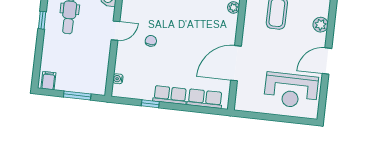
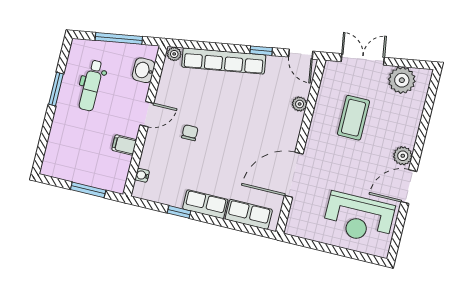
window: (42, 20) -> (56, 89), width x1.50
plant: (321, 25) -> (403, 156), moved
filing cabinet: (48, 81) -> (124, 145), moved, turned -90

